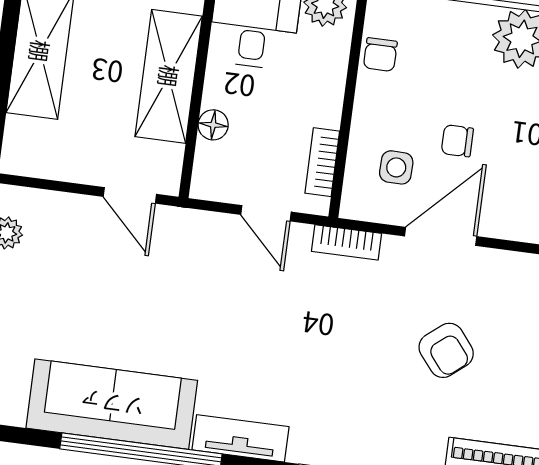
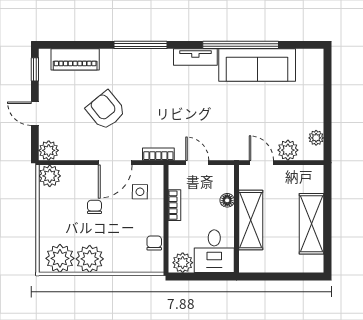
chair: (457, 141) -> (94, 207), moved, turned -90
bookcase: (322, 162) -> (174, 205), moved
plant: (70, 215) -> (288, 150), added
armchair: (446, 350) -> (106, 110), width x1.38, depth x1.38

